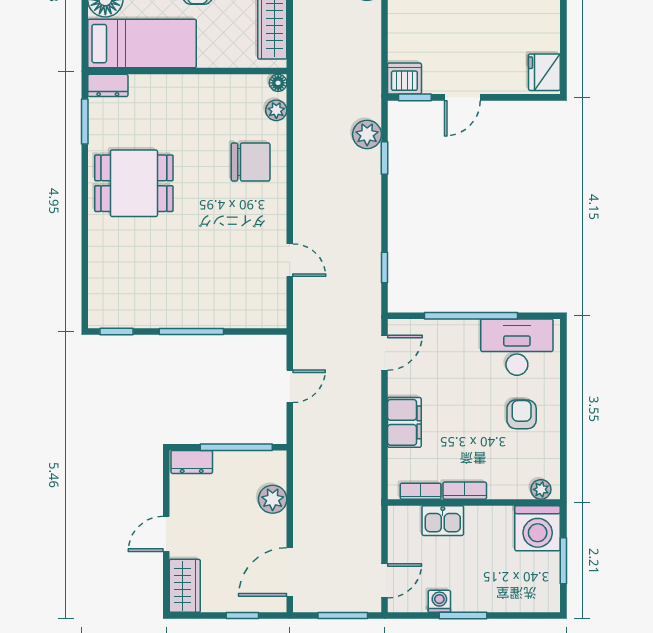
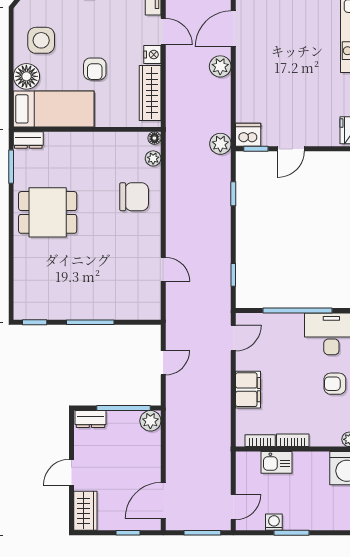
plant: (367, 134) -> (220, 144), moved
armchair: (522, 414) -> (335, 384), turned -90
plant: (273, 499) -> (150, 421), moved

